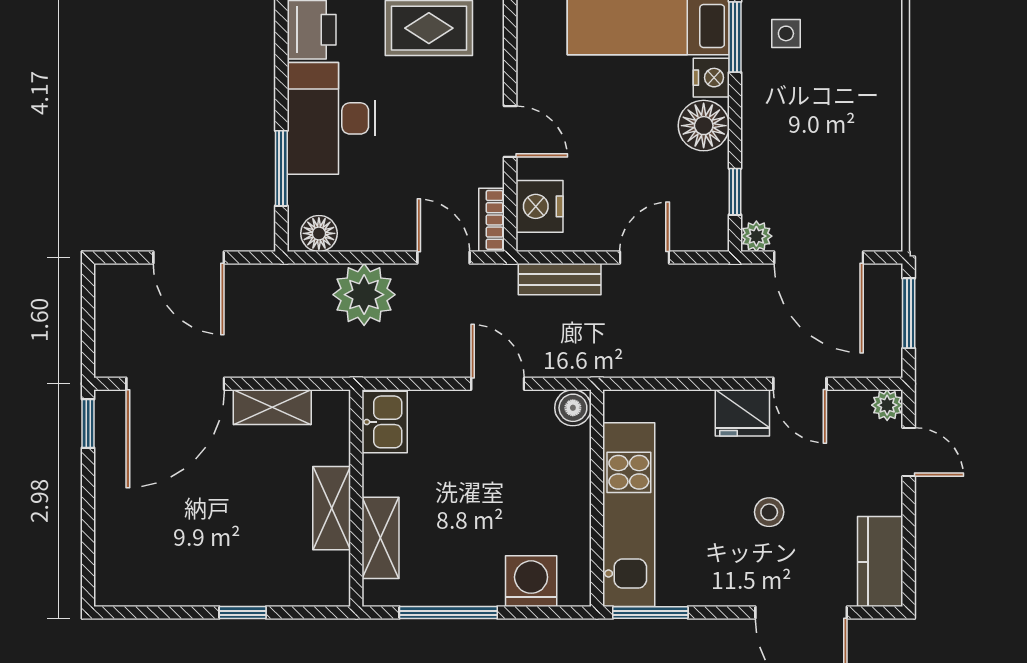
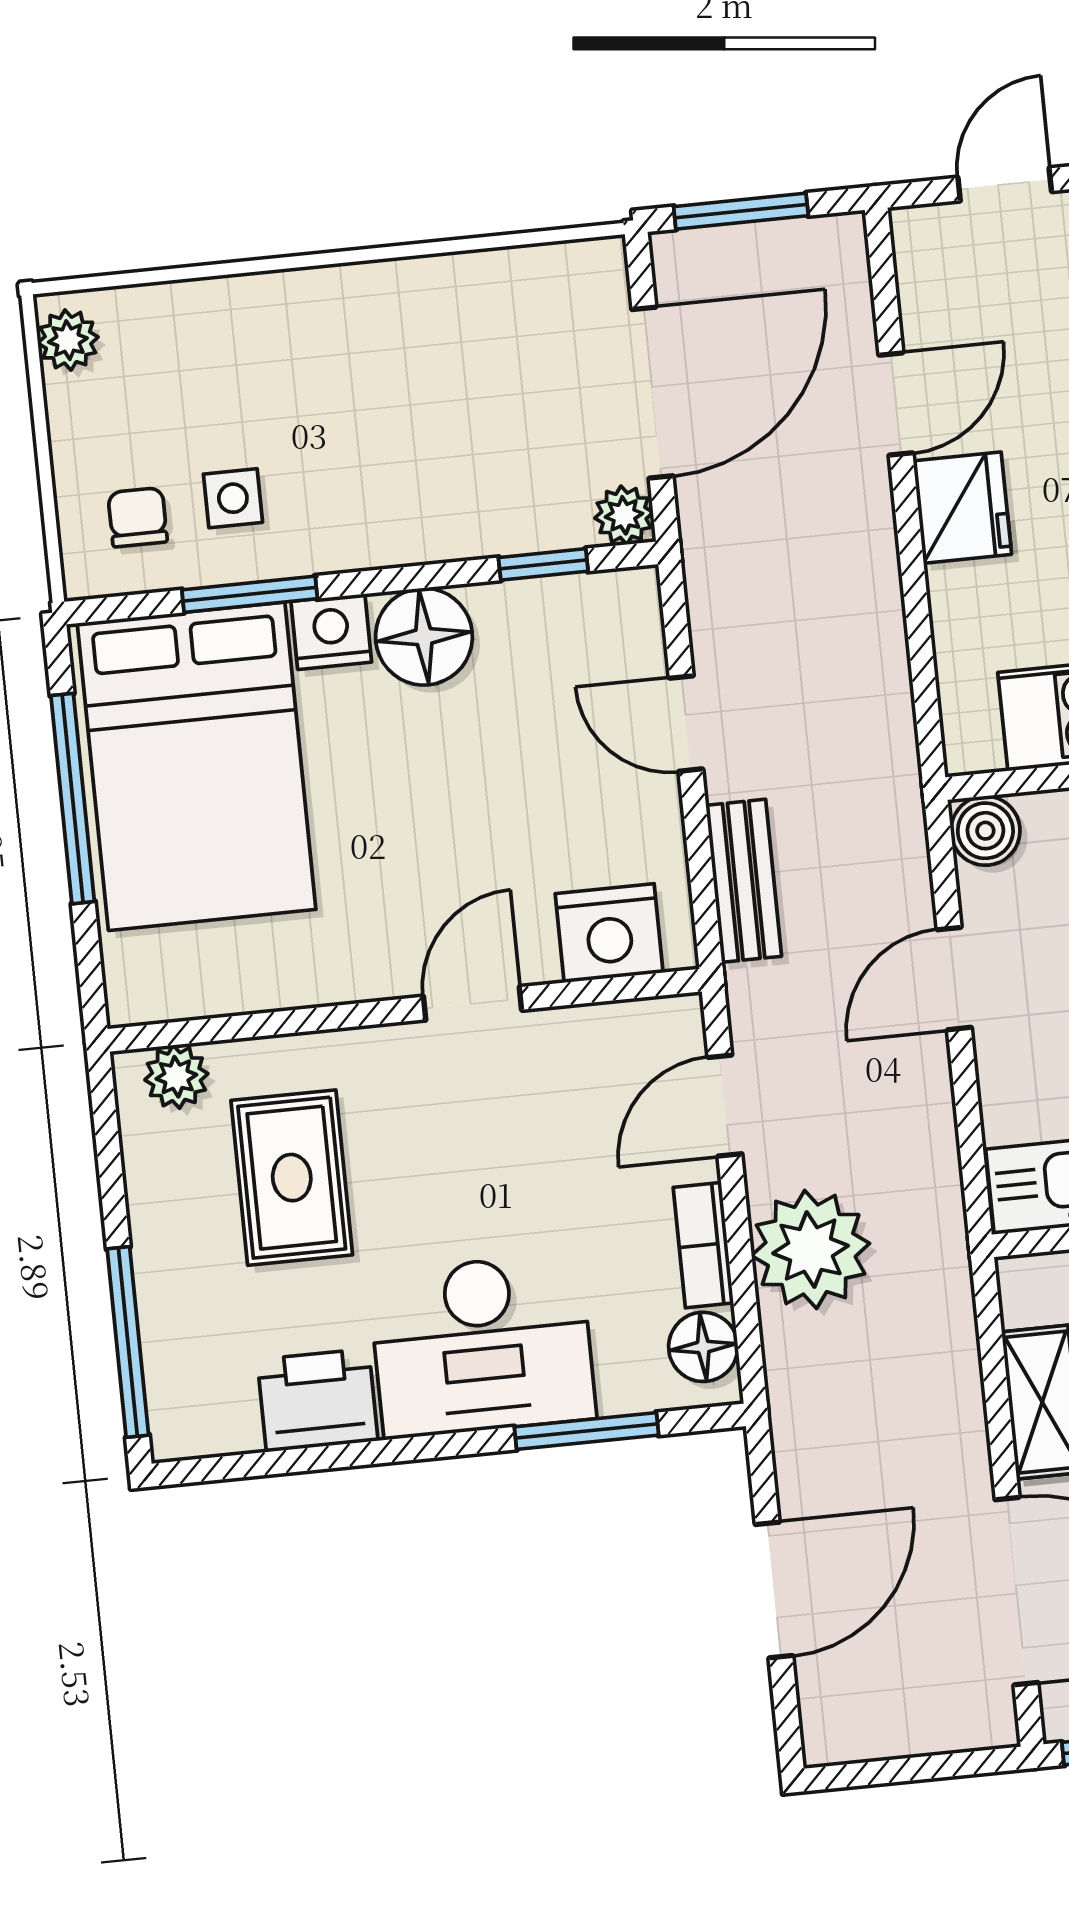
bookcase: (492, 220) -> (703, 1245), moved, turned 90
plant: (887, 405) -> (920, 234), removed

